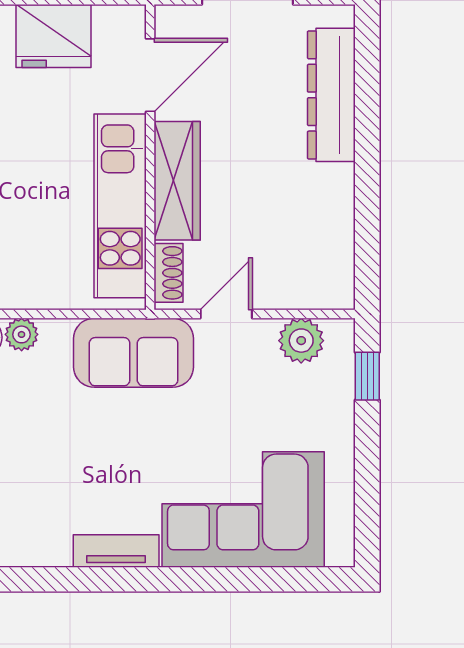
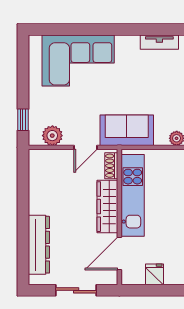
fridge: (53, 36) -> (155, 274), width x0.53, depth x0.75
tv unit: (116, 551) -> (159, 42), moved

